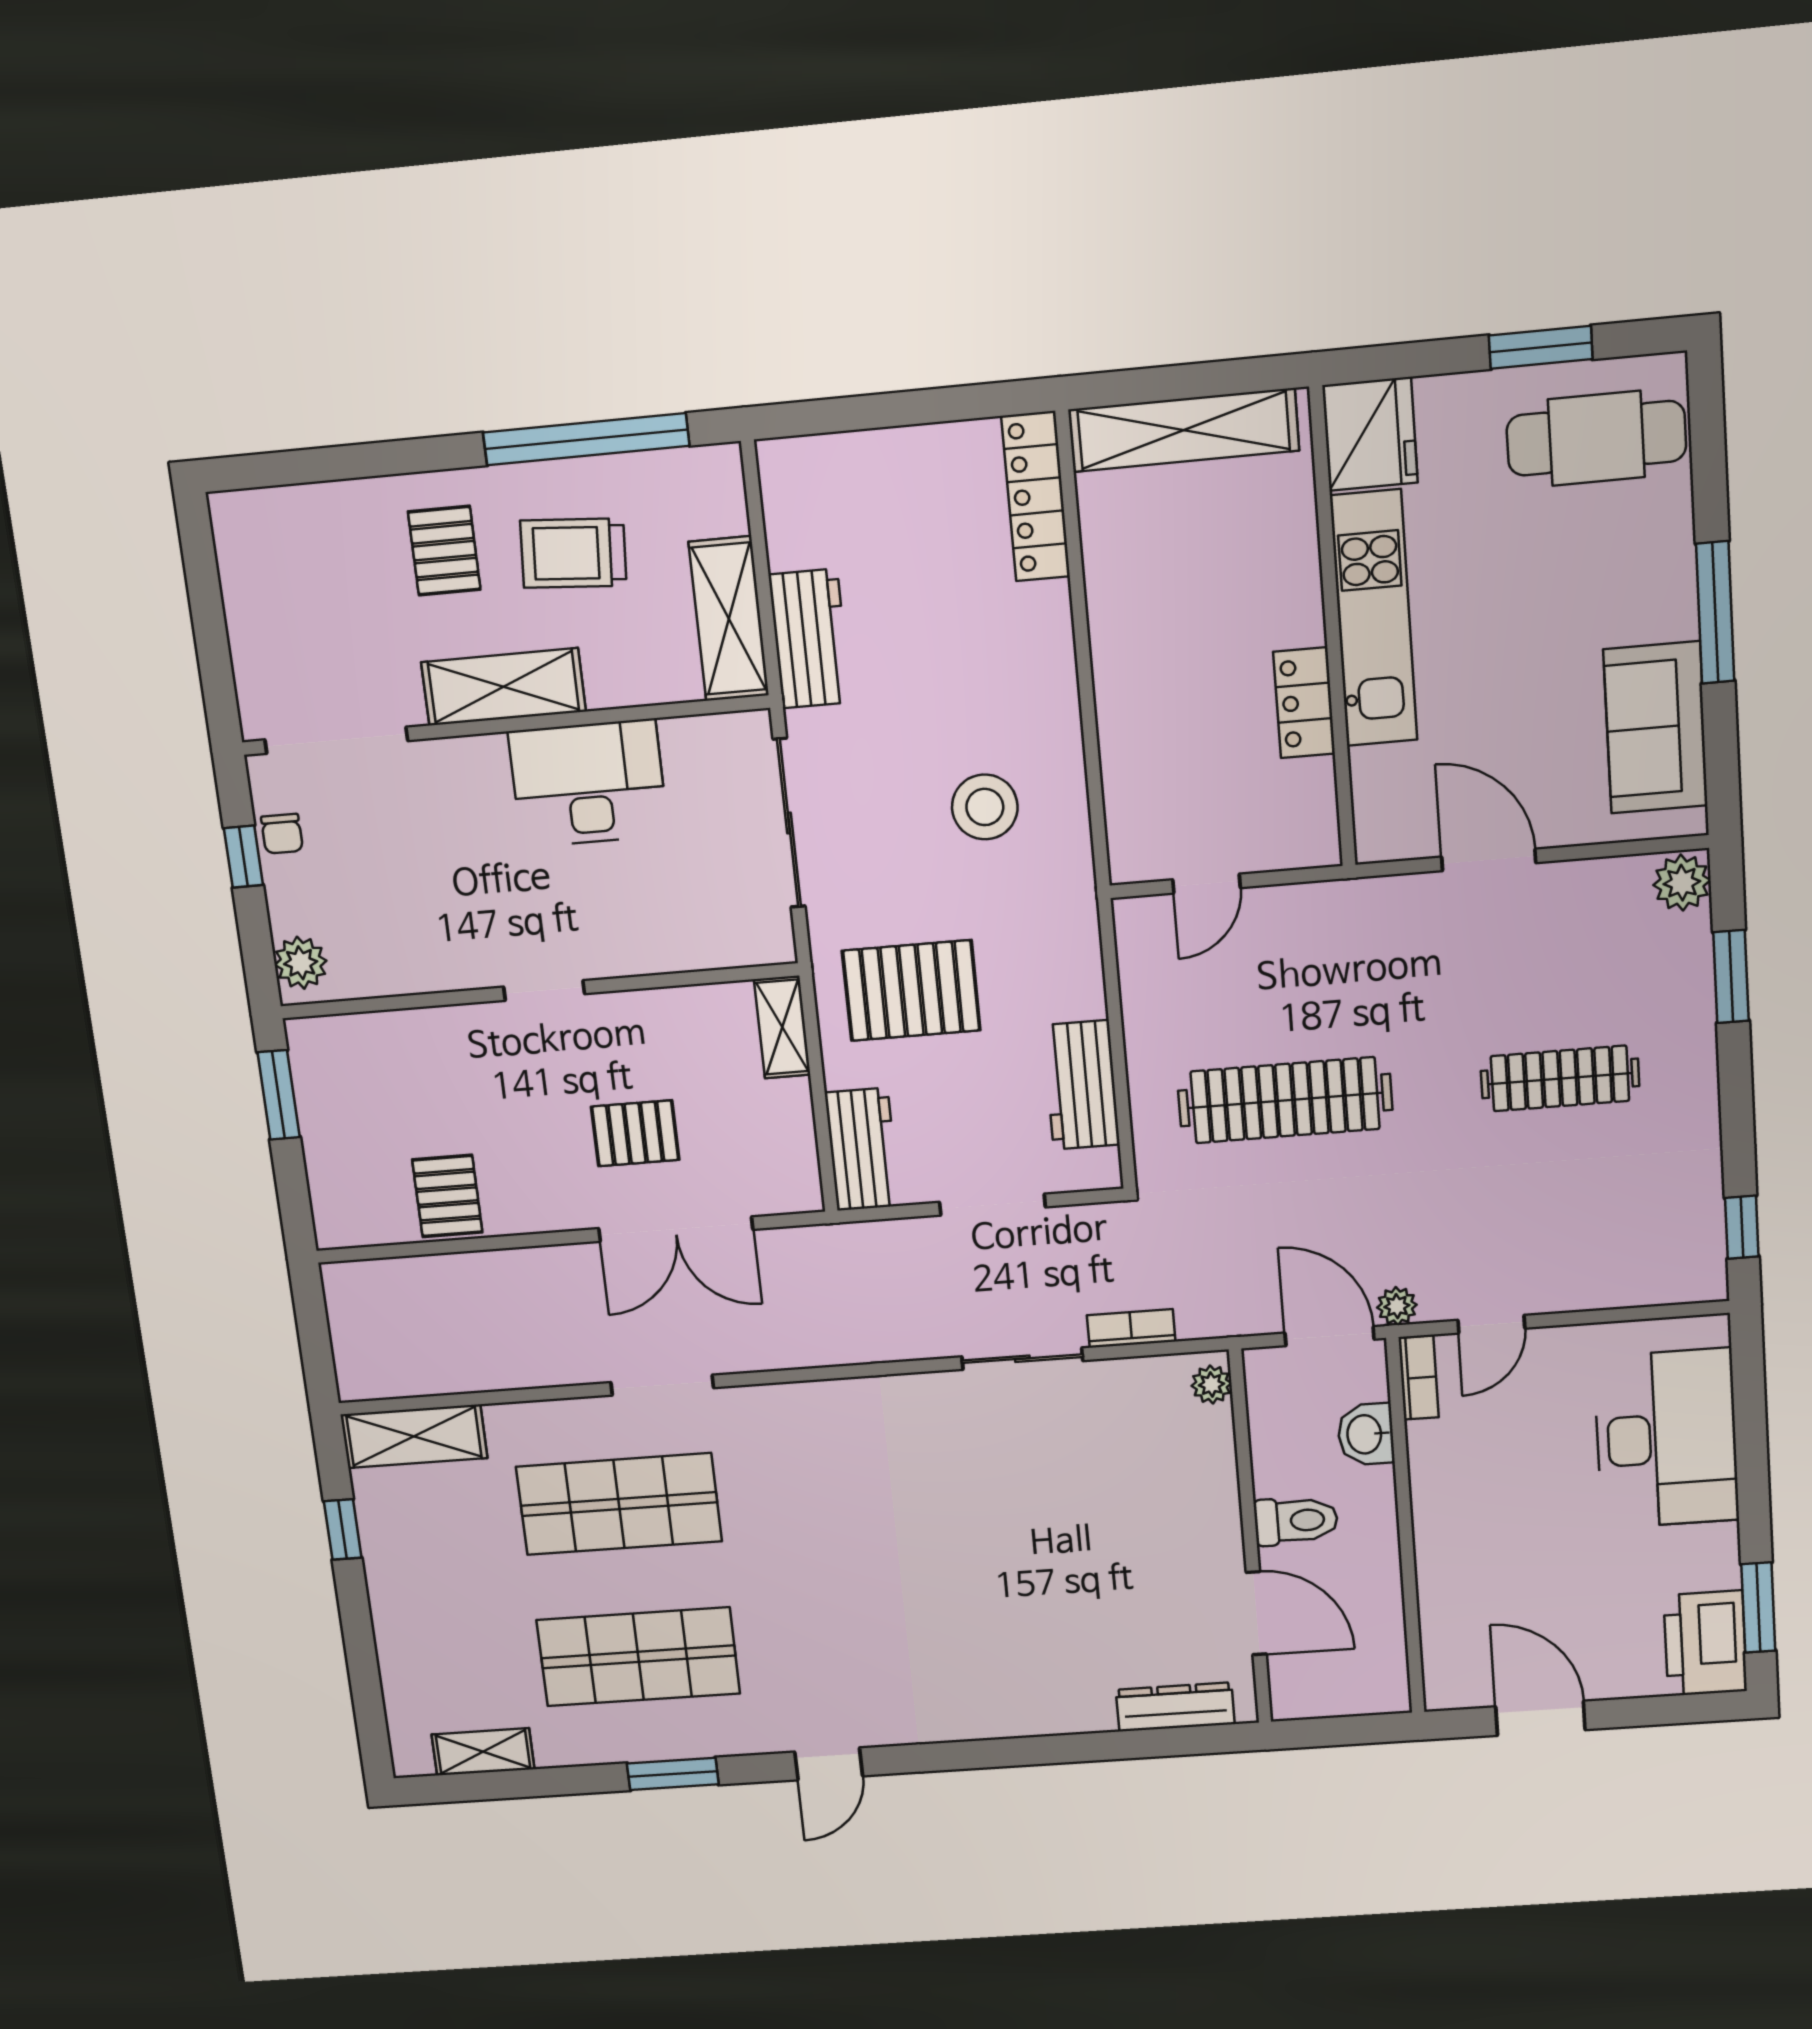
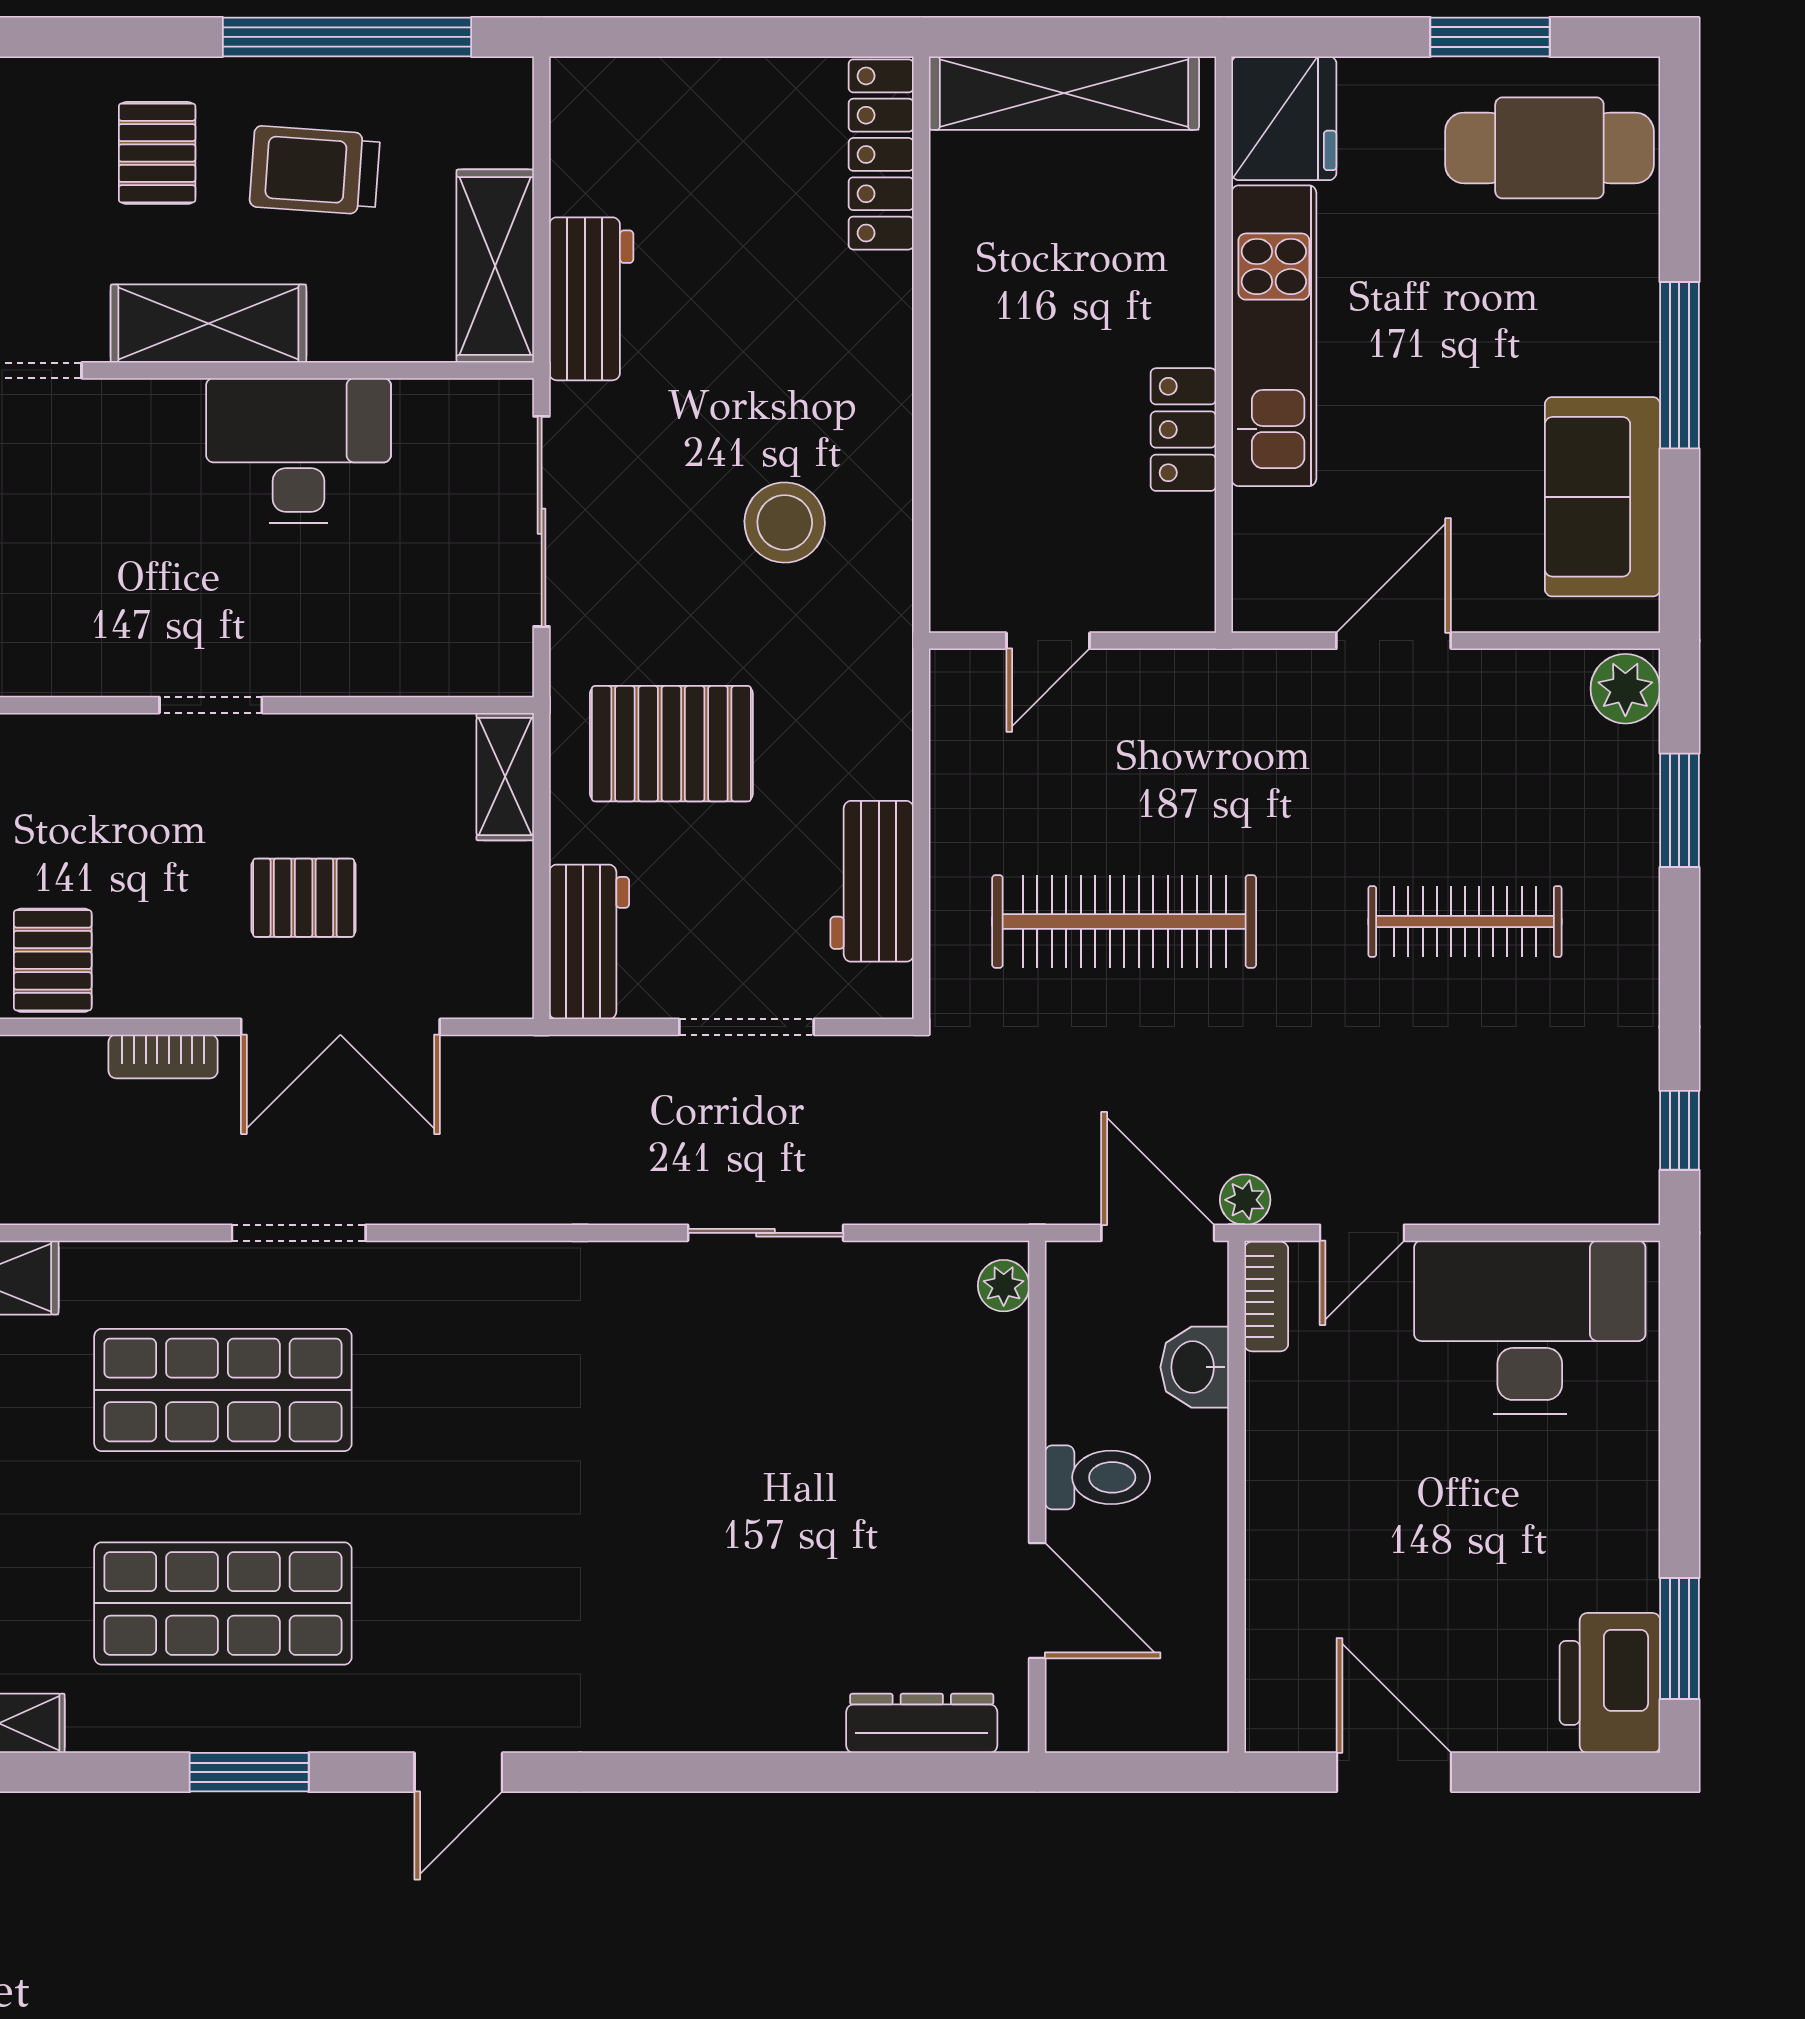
door: (1489, 860) -> (1394, 641), hinge flipped
bookcase: (1131, 1328) -> (163, 1056), moved, turned 180
desk: (1666, 1439) -> (1530, 1327), moved, turned -90

